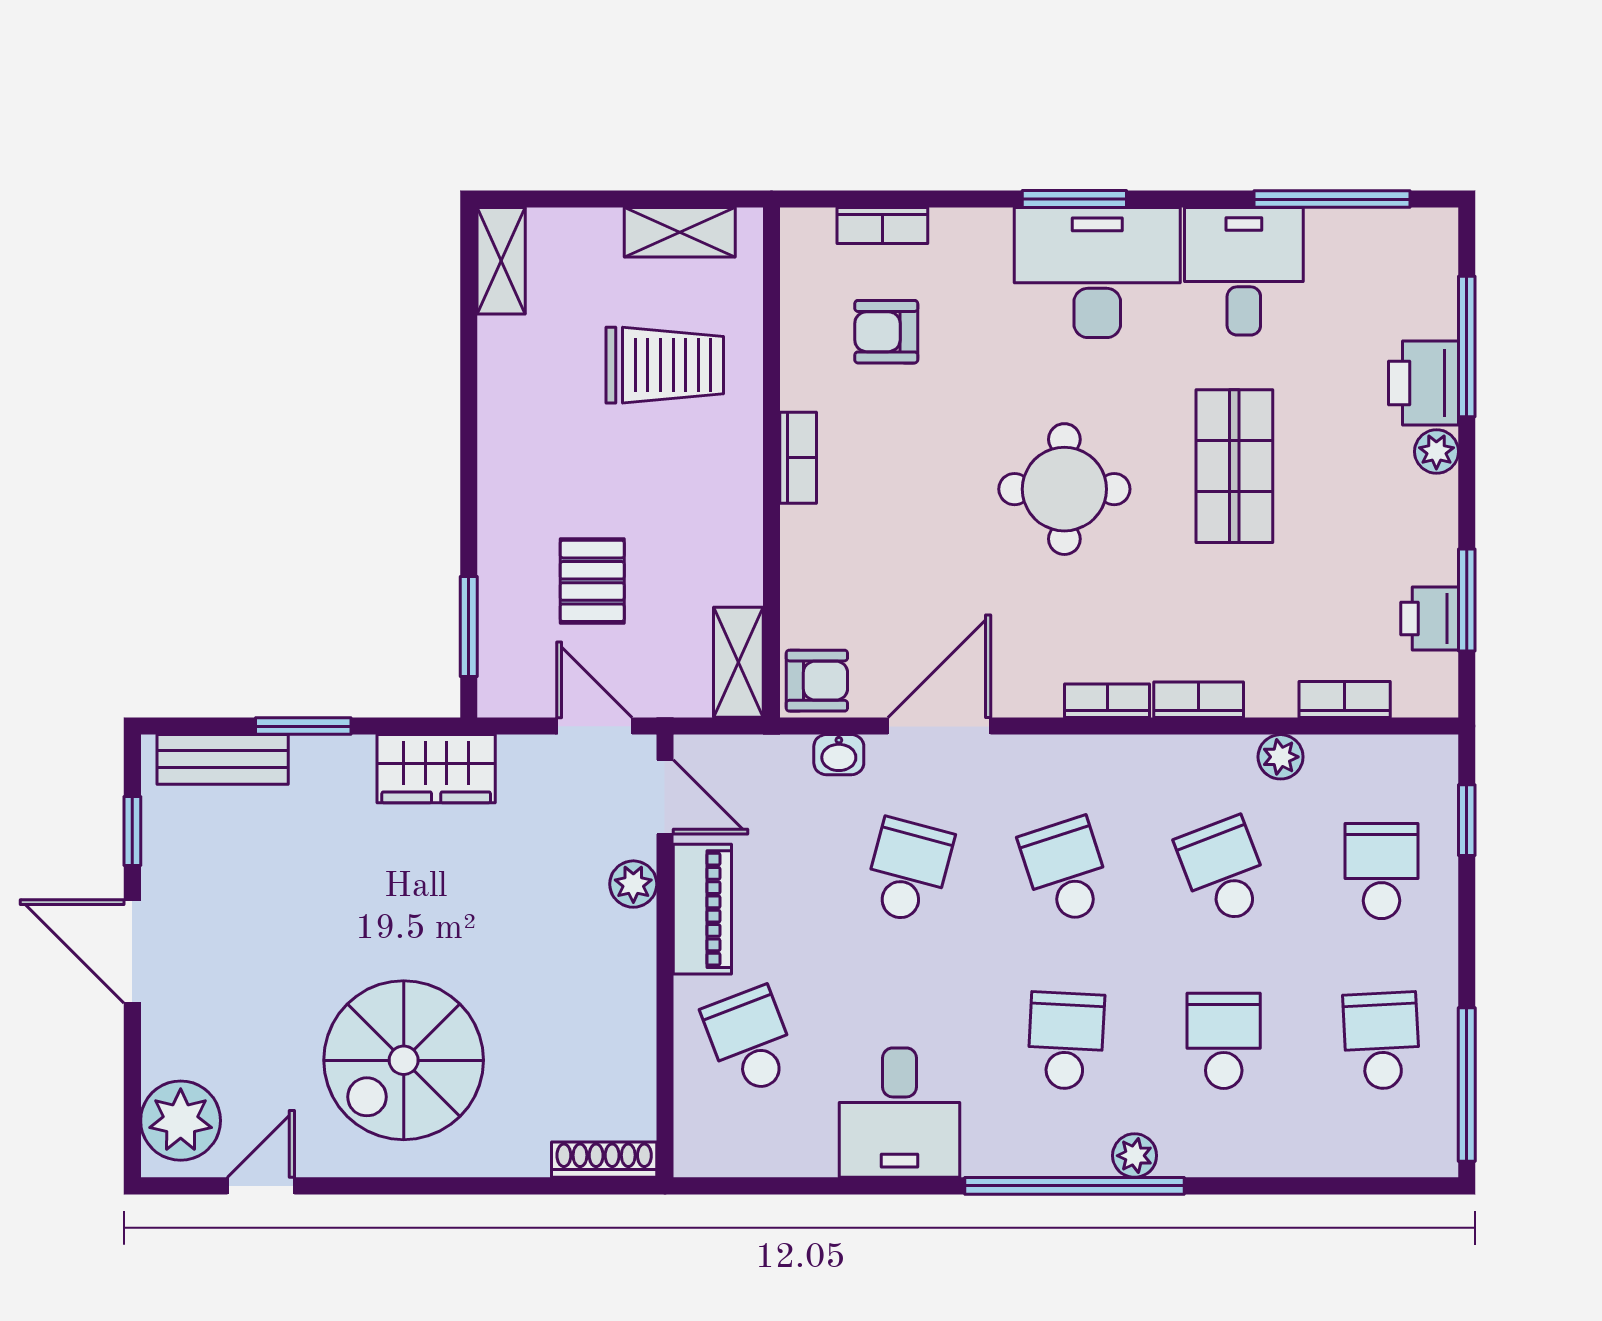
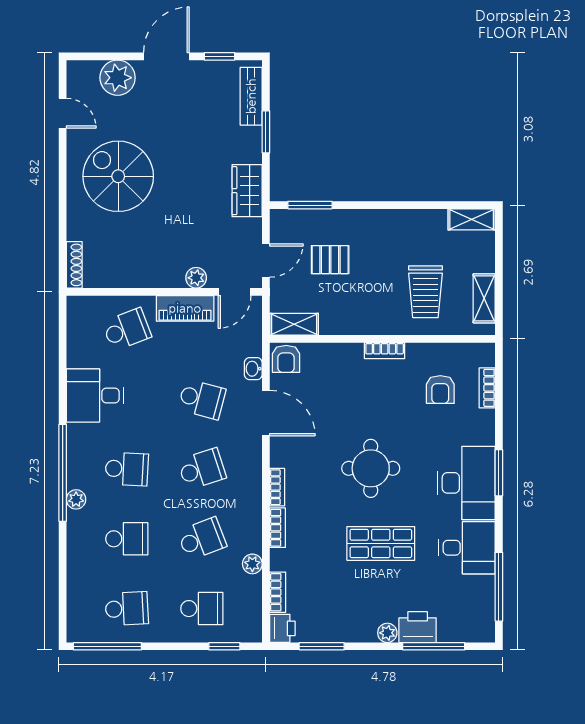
armchair: (886, 332) -> (440, 390), turned 180
printer: (1430, 618) -> (282, 628), moved, turned 90
plant: (181, 1121) -> (118, 78), moved

